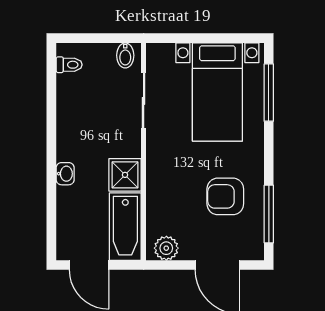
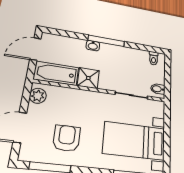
window: (51, 151) -> (106, 41), added

